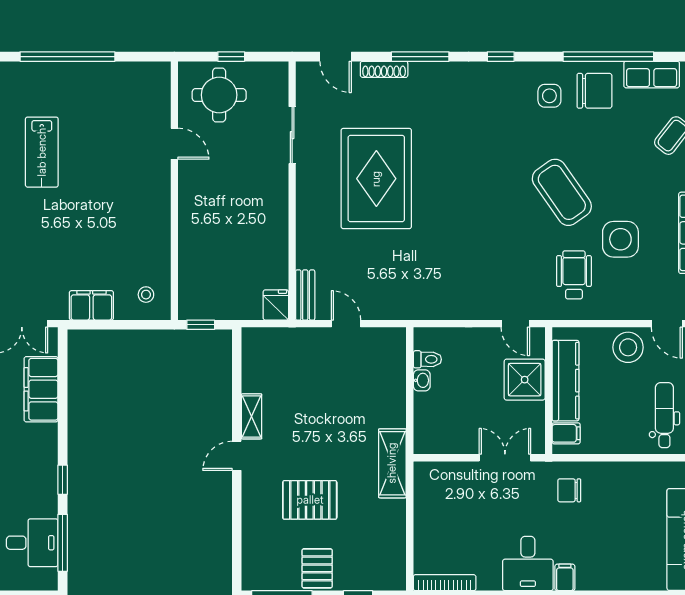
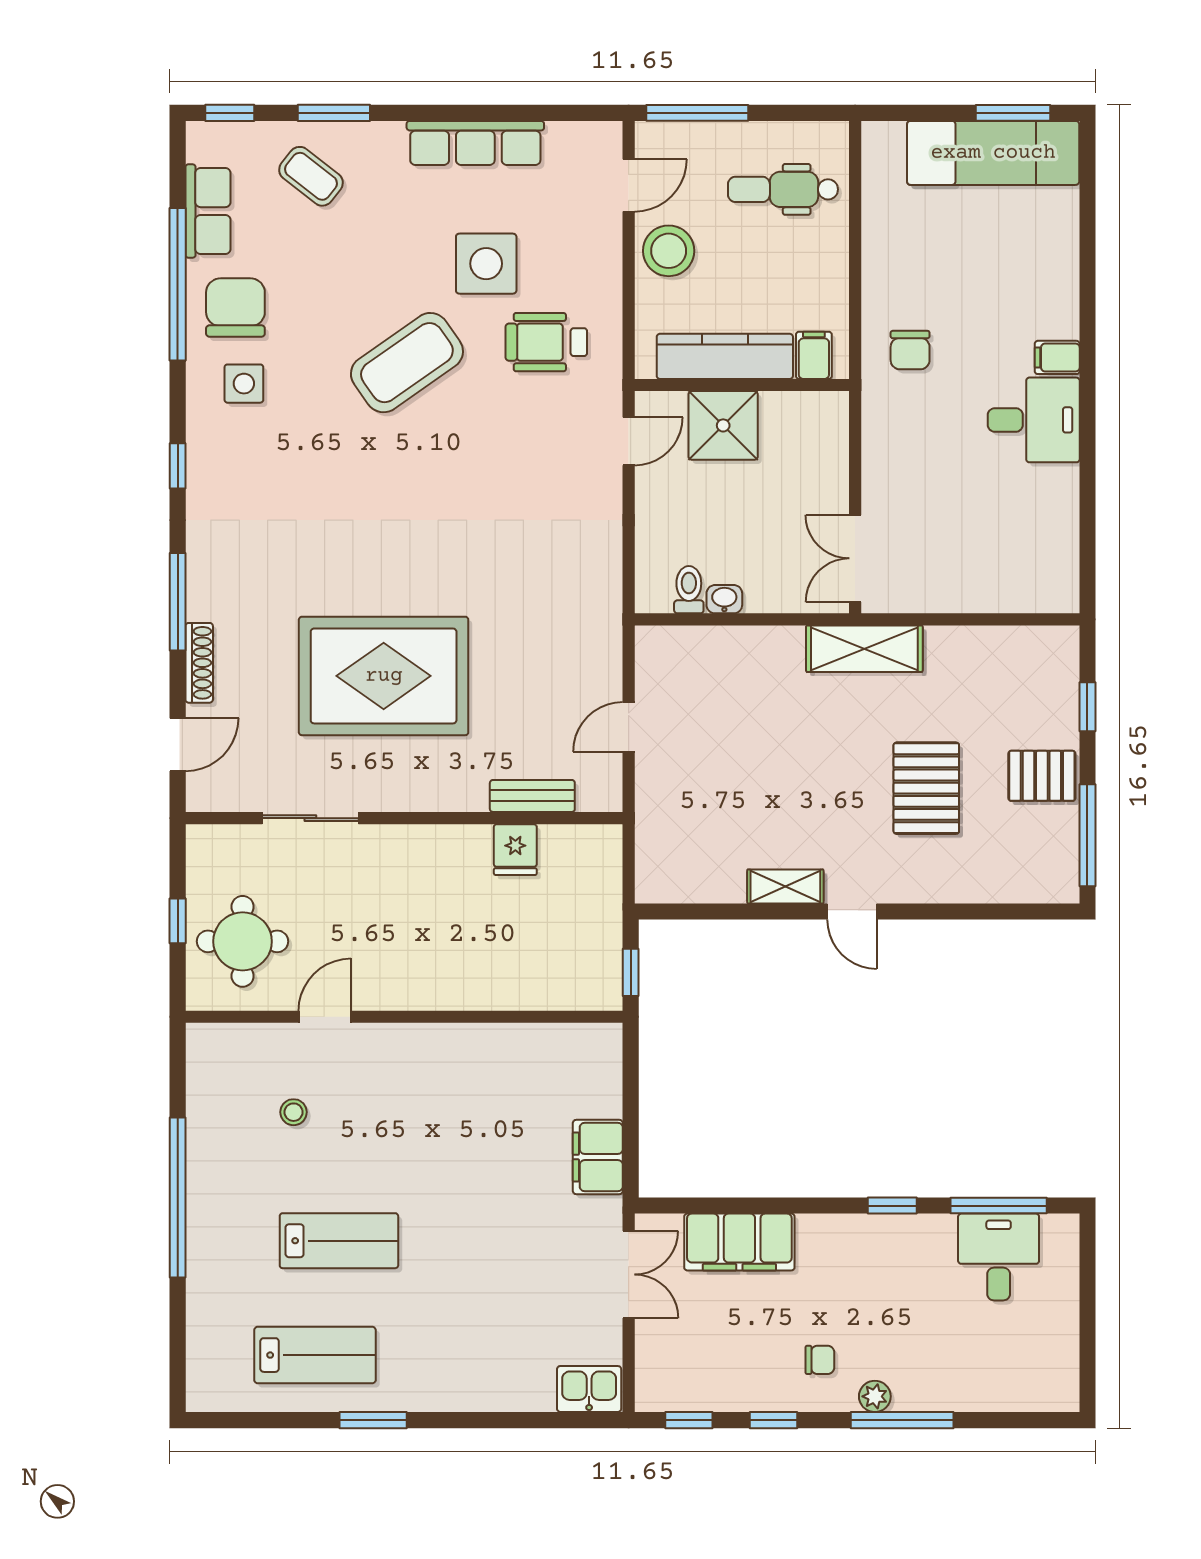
stool: (146, 295) -> (294, 1112), moved
bench: (305, 295) -> (532, 796), moved
fridge: (276, 305) -> (515, 850), moved, turned -90
double door: (505, 458) -> (855, 558), moved
bookcase: (445, 583) -> (1066, 561), removed

